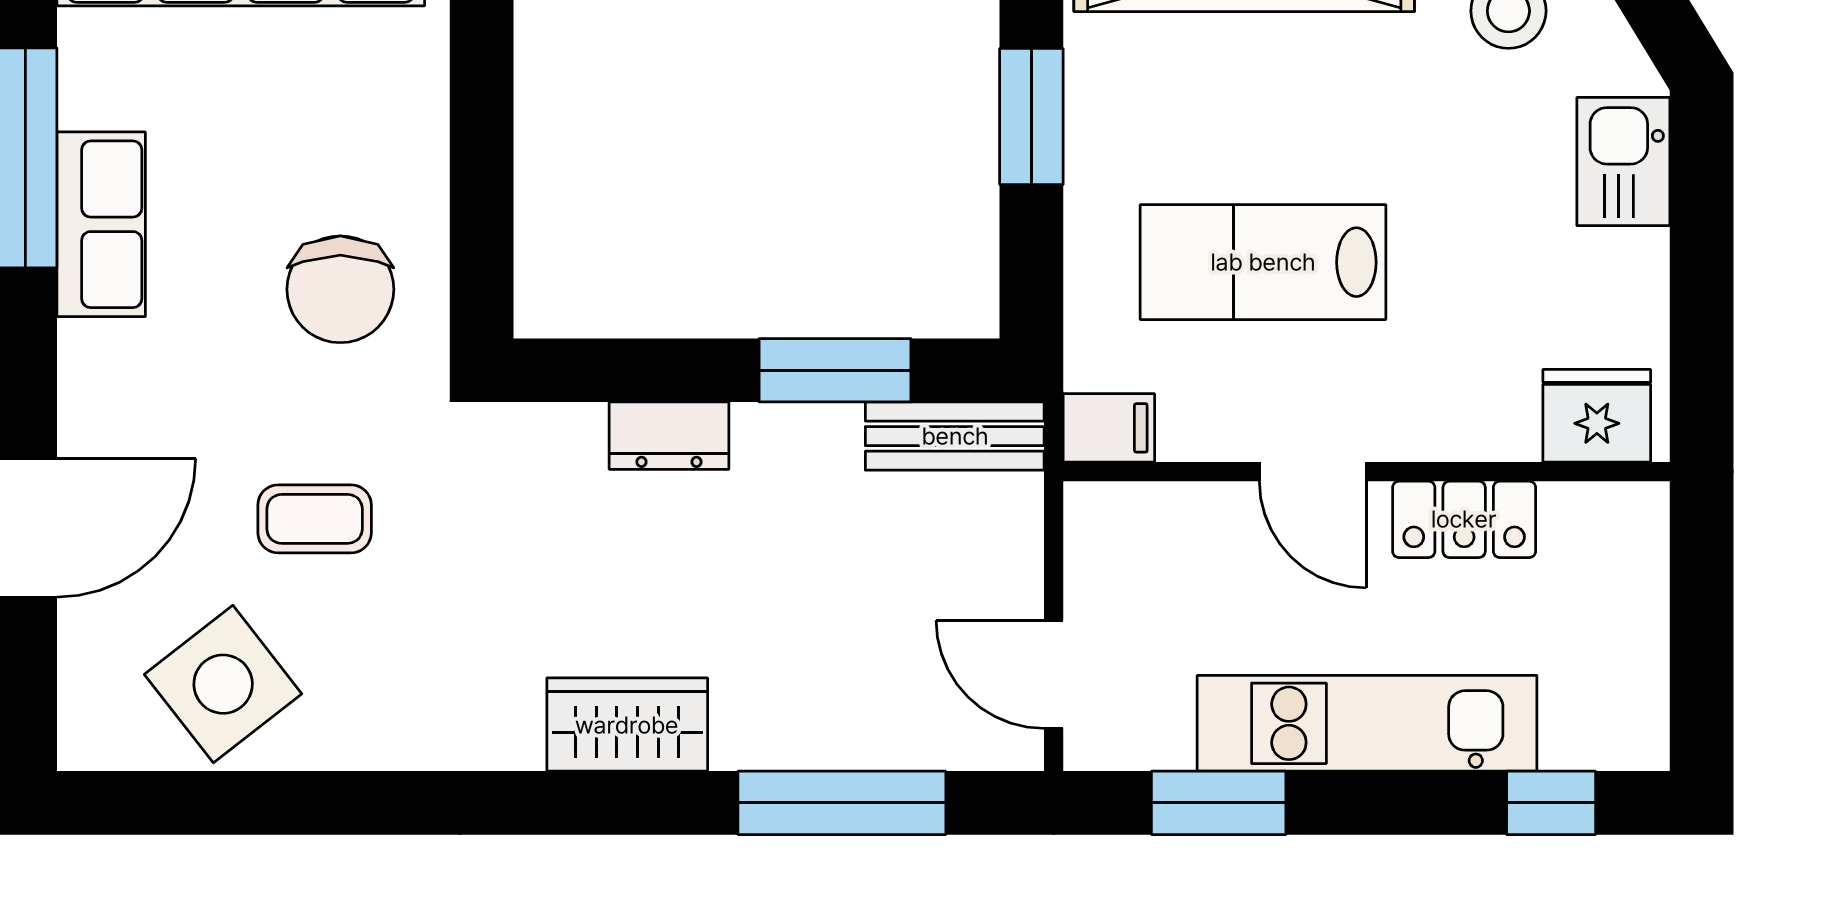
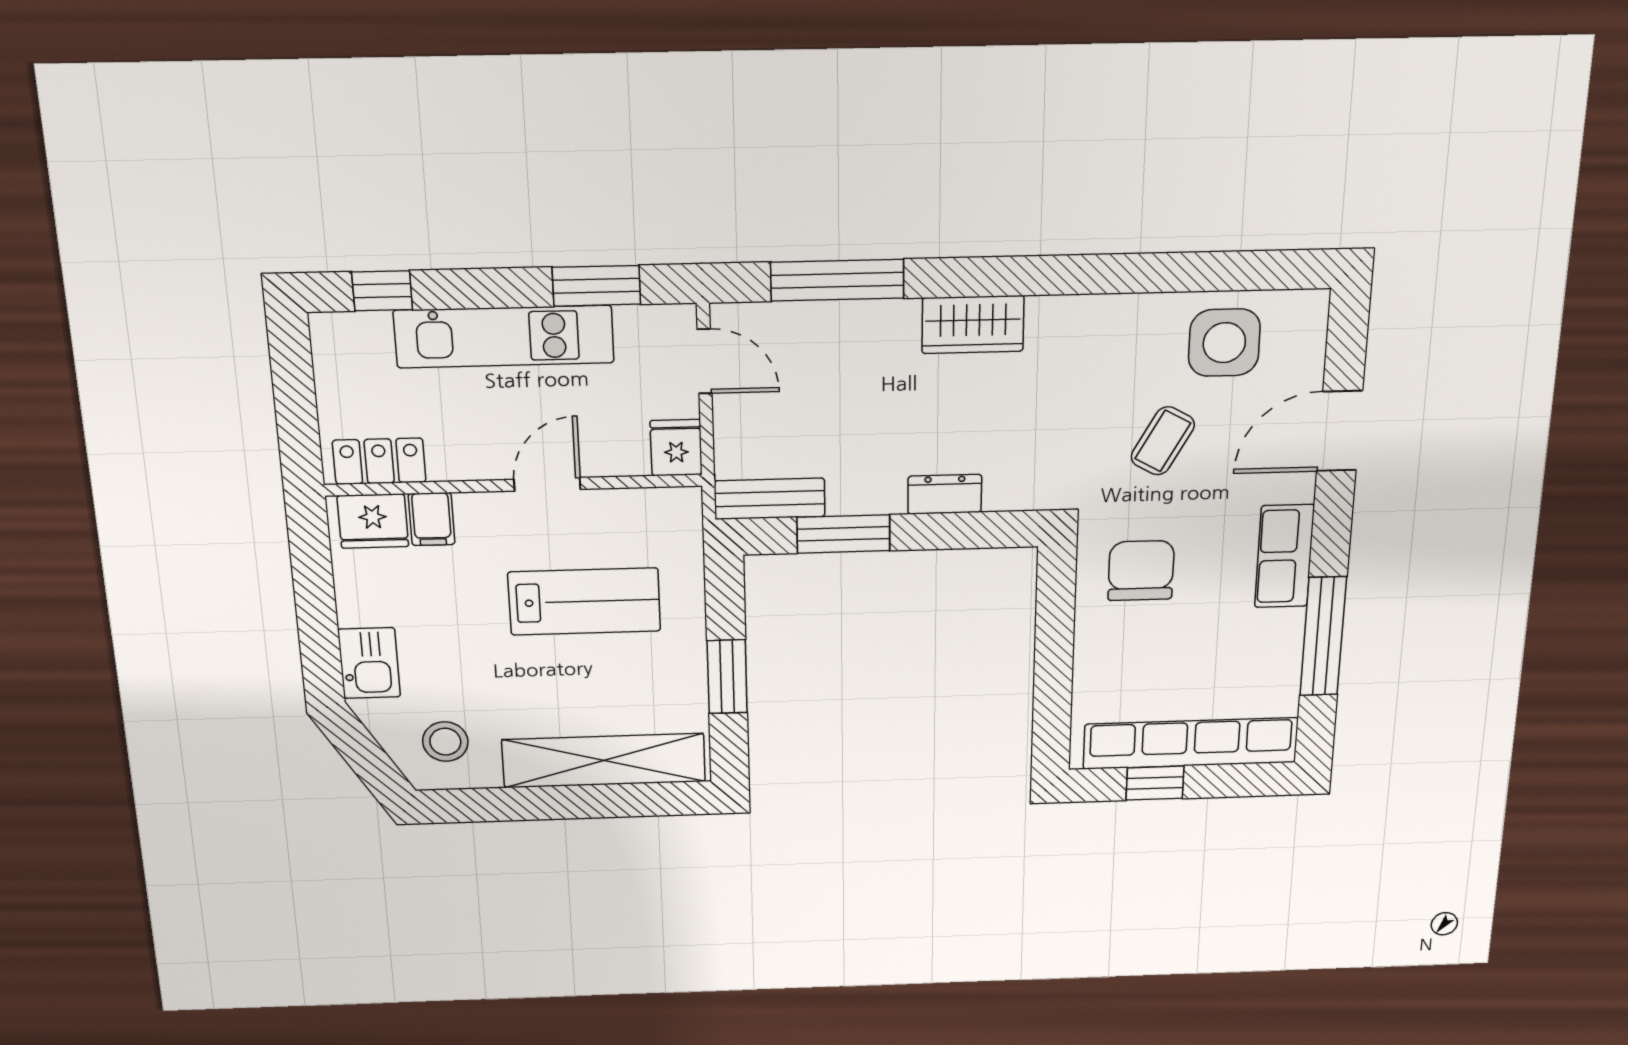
row of seats: (101, 224) -> (1284, 556), moved
filing cabinet: (1109, 428) -> (432, 519), moved, turned -90
door: (1313, 472) -> (547, 484), hinge flipped
coffee table: (315, 519) -> (1163, 441), turned -61
locker: (1464, 519) -> (379, 461), moved
fridge: (1103, 529) -> (676, 448), added
side table: (223, 684) -> (1224, 343), turned 38

